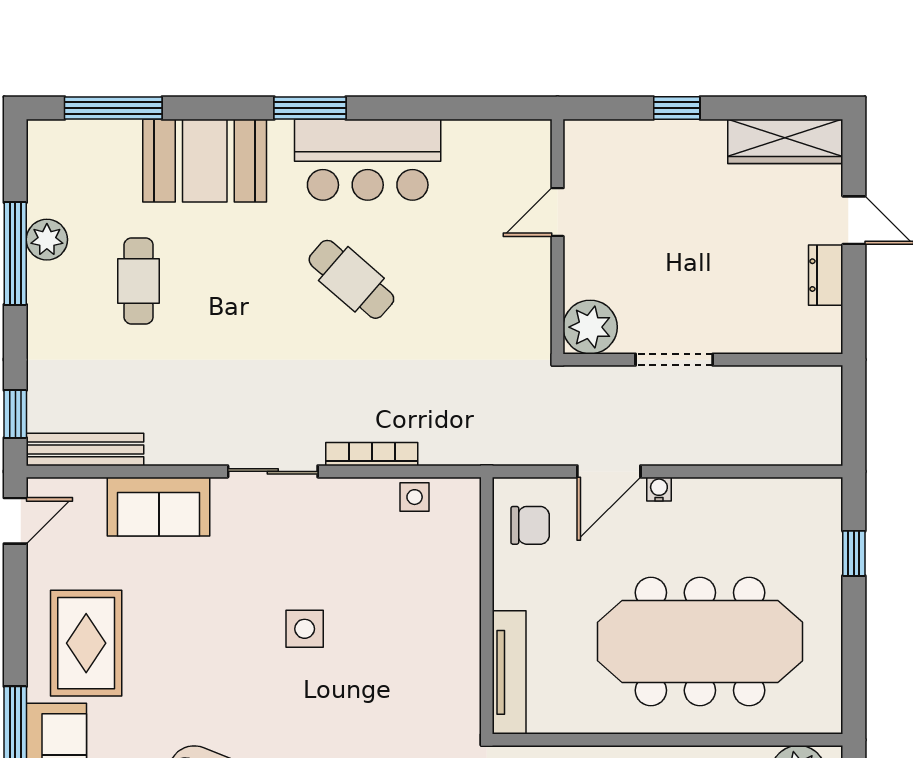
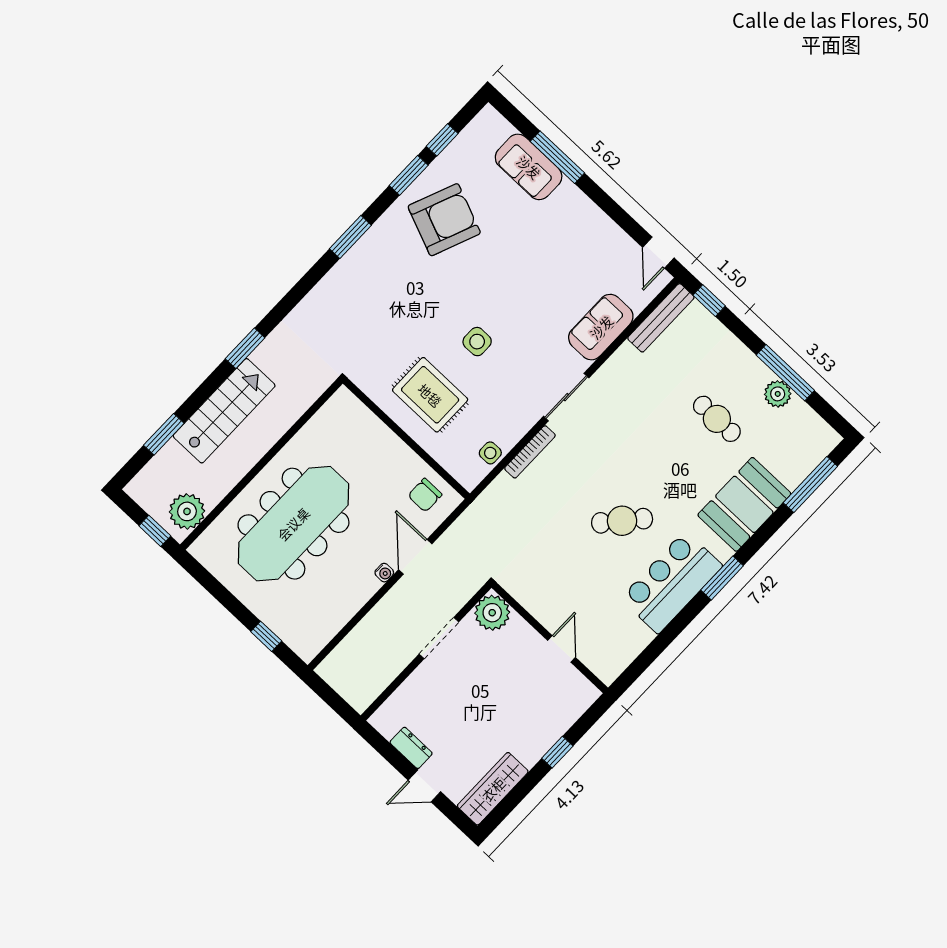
rug: (86, 643) -> (430, 395), moved
tv unit: (509, 672) -> (365, 419), removed

